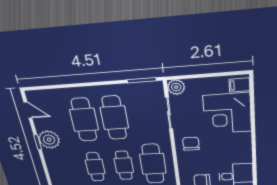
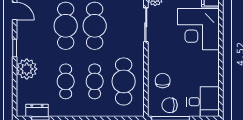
plant: (49, 140) -> (27, 69), moved
chair: (191, 144) -> (163, 81), moved

